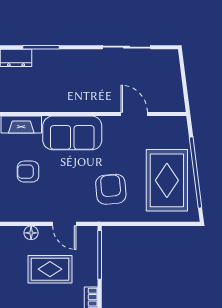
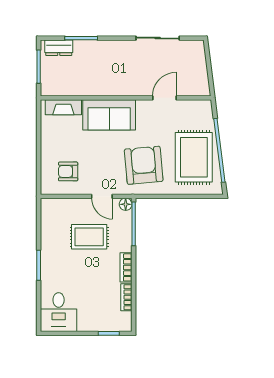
door: (134, 114) -> (164, 98), hinge flipped
armchair: (28, 172) -> (68, 171), moved
armchair: (111, 189) -> (144, 165), width x1.36, depth x1.36
floor lamp: (31, 233) -> (126, 204), moved

